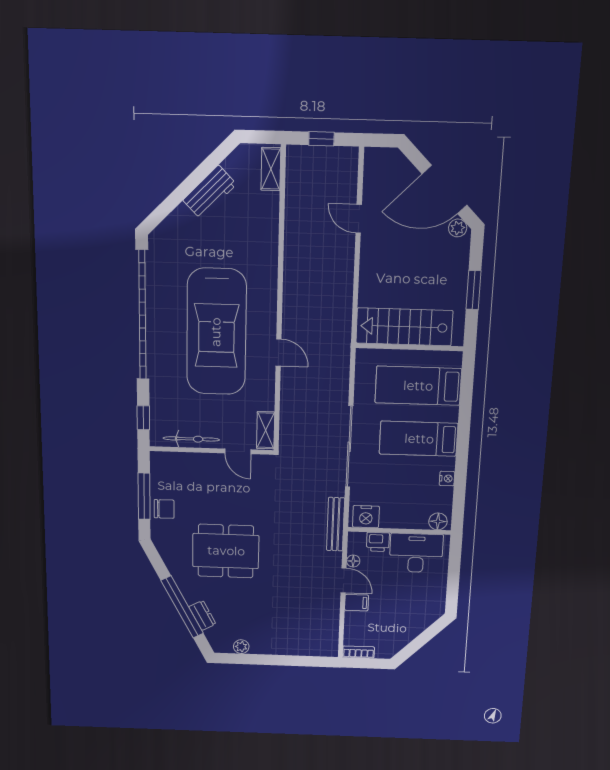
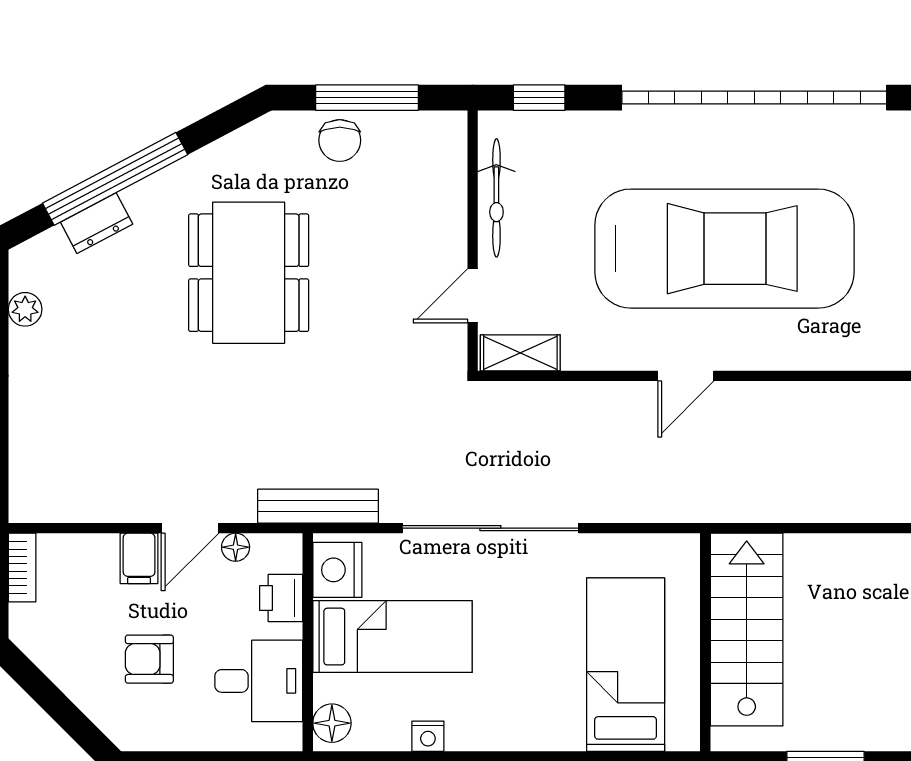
car: (216, 332) -> (724, 249), turned 180
bed: (419, 439) -> (392, 637), moved, turned 90
desk: (416, 553) -> (259, 681), width x0.73
armchair: (403, 600) -> (149, 659), added

